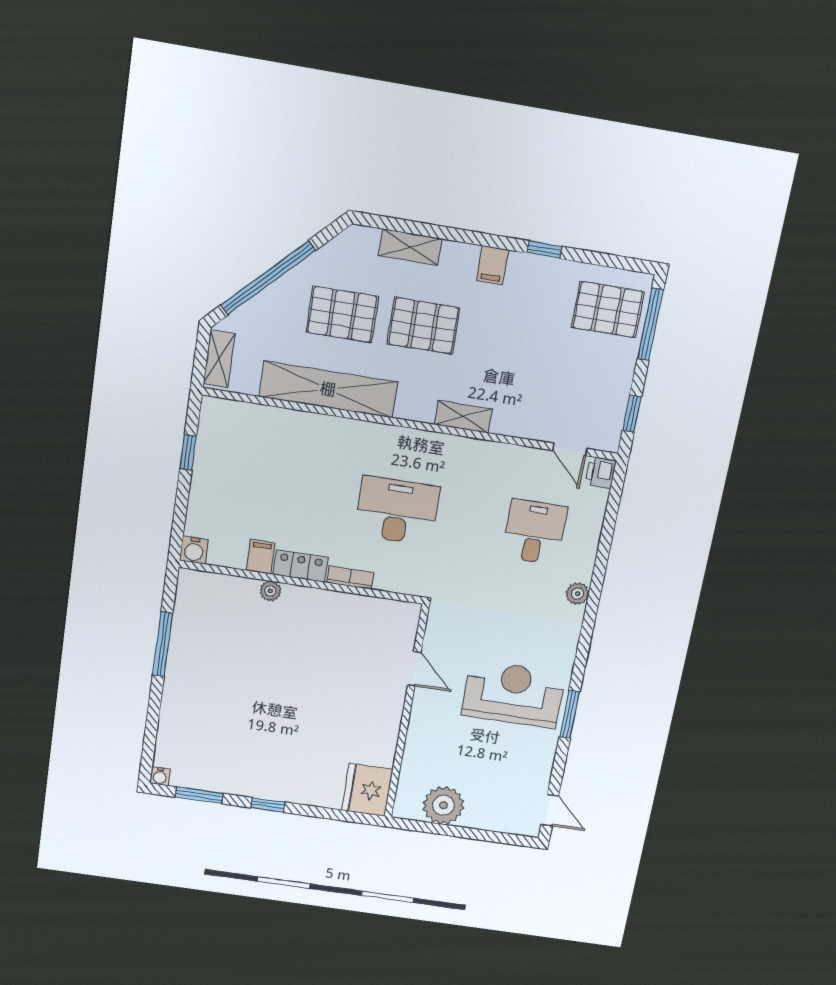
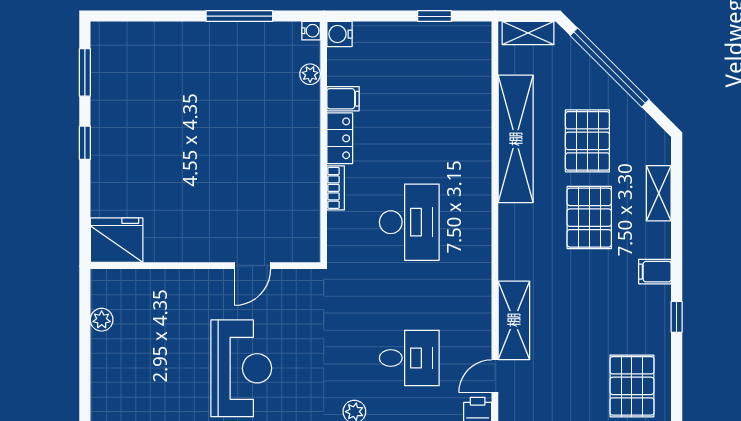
shelving: (463, 417) -> (514, 320), moved, width x1.50, depth x1.33
plant: (270, 591) -> (310, 74), moved
water cooler: (160, 776) -> (311, 31), moved, turned 180
plant: (443, 805) -> (102, 320), width x0.53, depth x0.53

